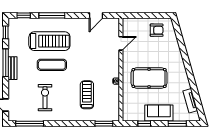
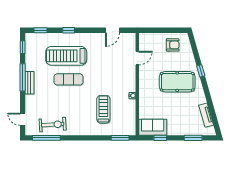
window: (52, 15) -> (69, 30), width x0.46
treadmill: (49, 41) -> (66, 56), turned 180
window: (185, 56) -> (201, 71), added
pool table: (149, 78) -> (177, 82), moved
exercise bike: (45, 98) -> (53, 125), moved, turned 86
sofa: (159, 113) -> (153, 127), moved

